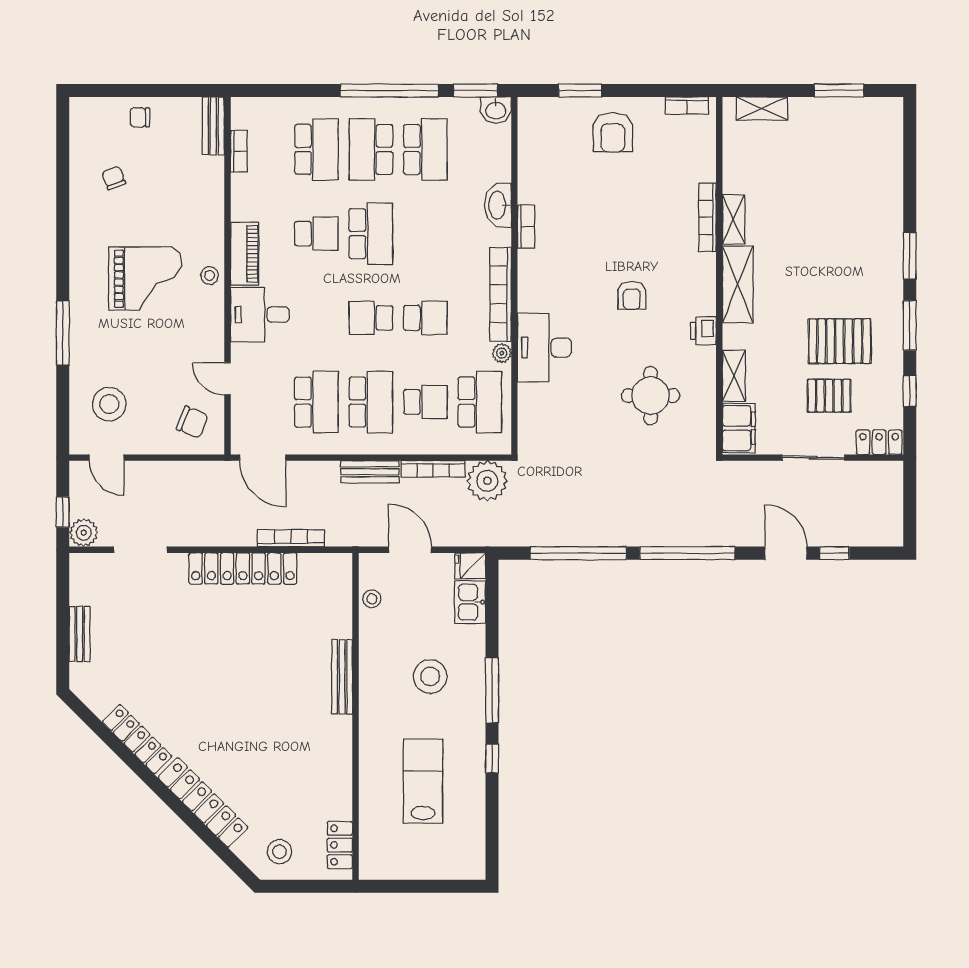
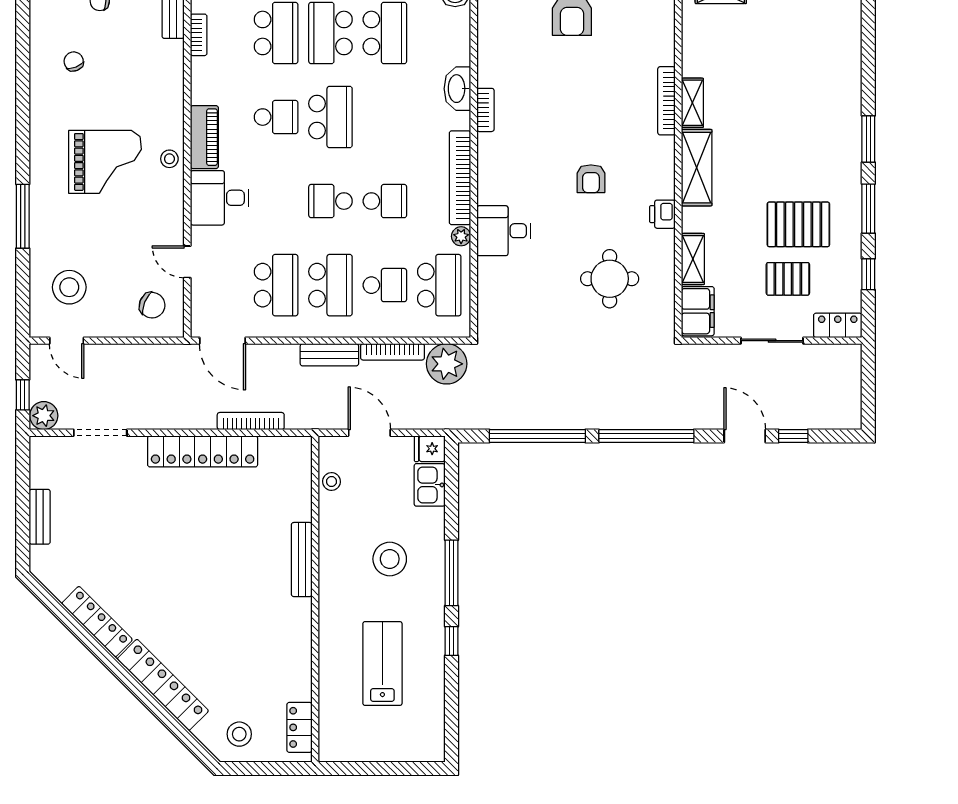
desk: (544, 348) -> (504, 231), width x0.73

